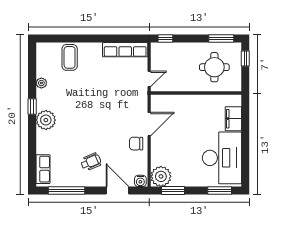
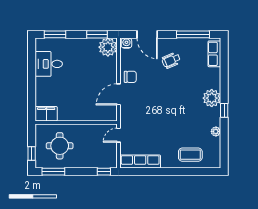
coffee table: (70, 57) -> (190, 155), turned 90
filing cabinet: (233, 119) -> (46, 114), moved, turned -90
desk: (222, 158) -> (49, 64), width x0.53, depth x0.77

